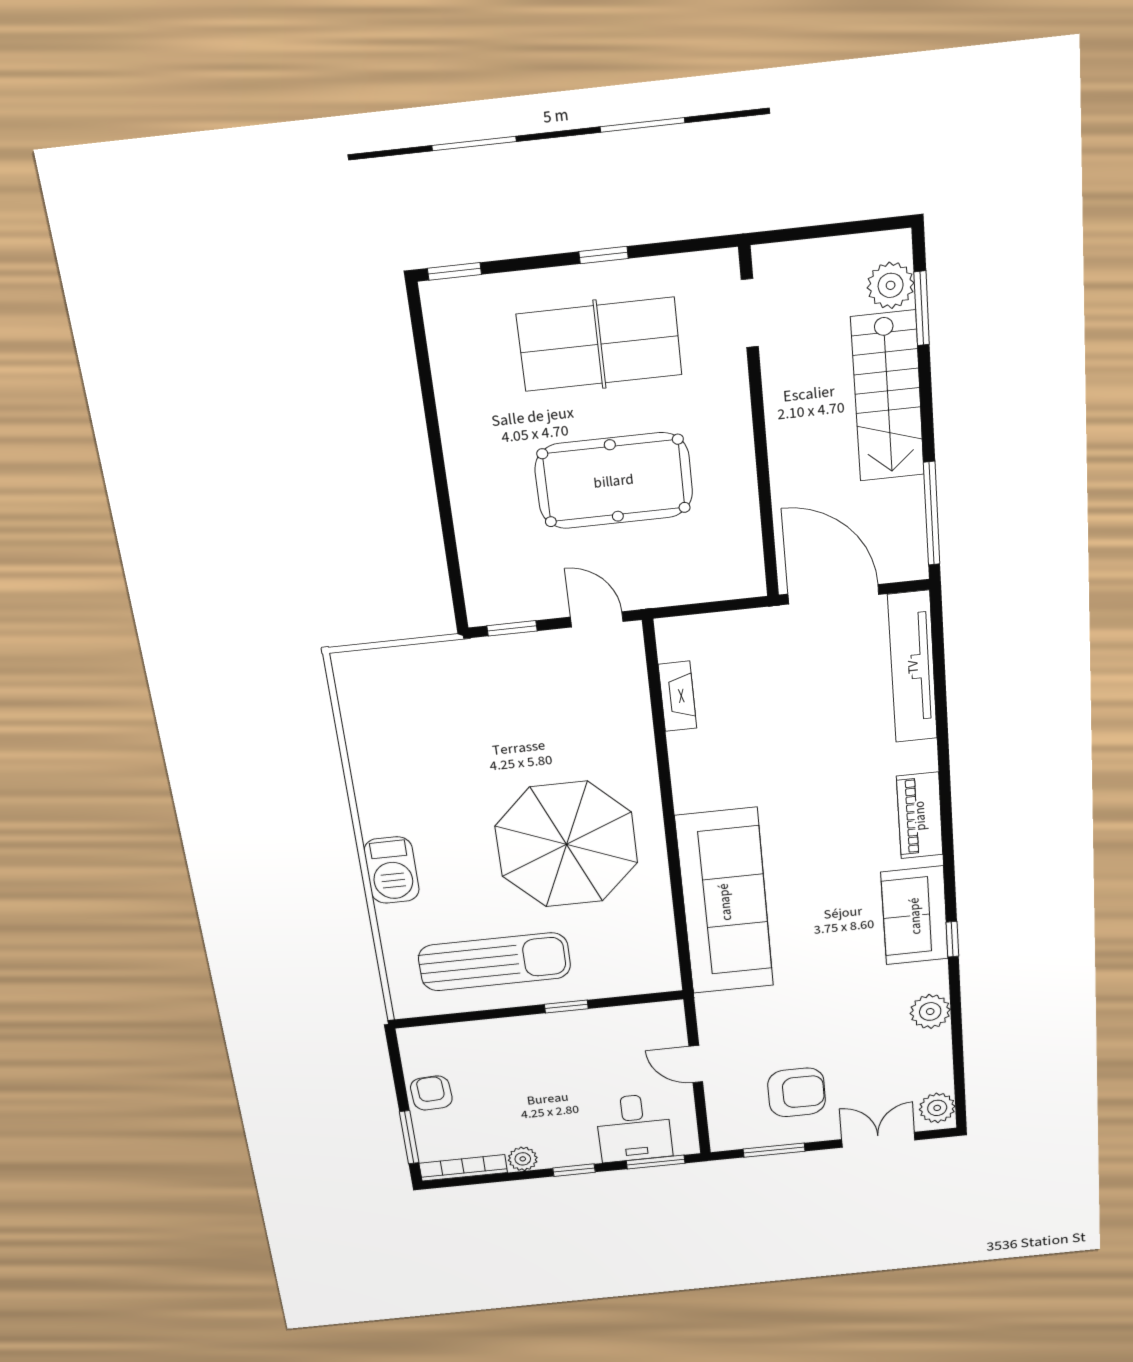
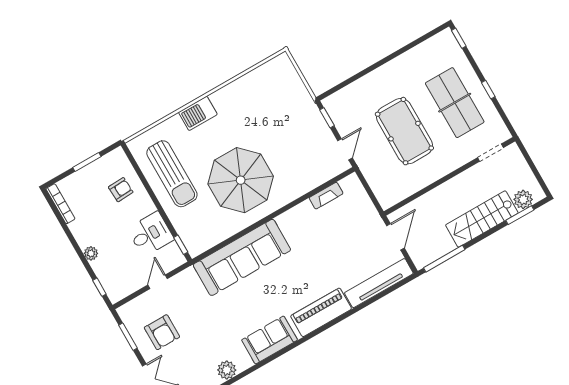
door: (833, 594) -> (395, 237), width x0.73
piano: (920, 816) -> (321, 312), width x1.37, depth x1.33
window: (952, 939) -> (265, 362), removed
window: (566, 1007) -> (181, 245), moved
armchair: (431, 1093) -> (121, 190), moved
desk: (634, 1128) -> (151, 234), moved, turned 180
window: (409, 1137) -> (87, 162), moved
plant: (523, 1159) -> (91, 253), moved
window: (656, 1162) -> (99, 287), width x0.67
window: (574, 1170) -> (80, 253), removed

